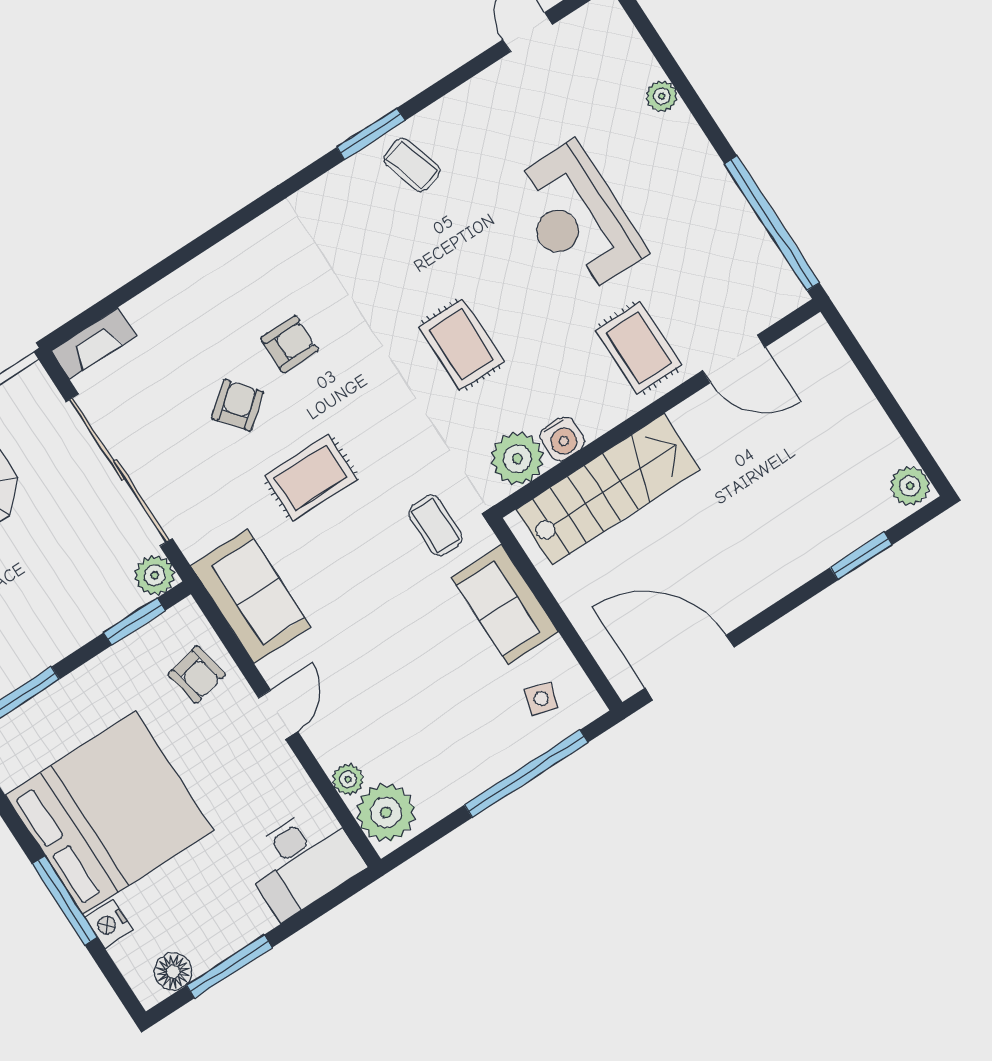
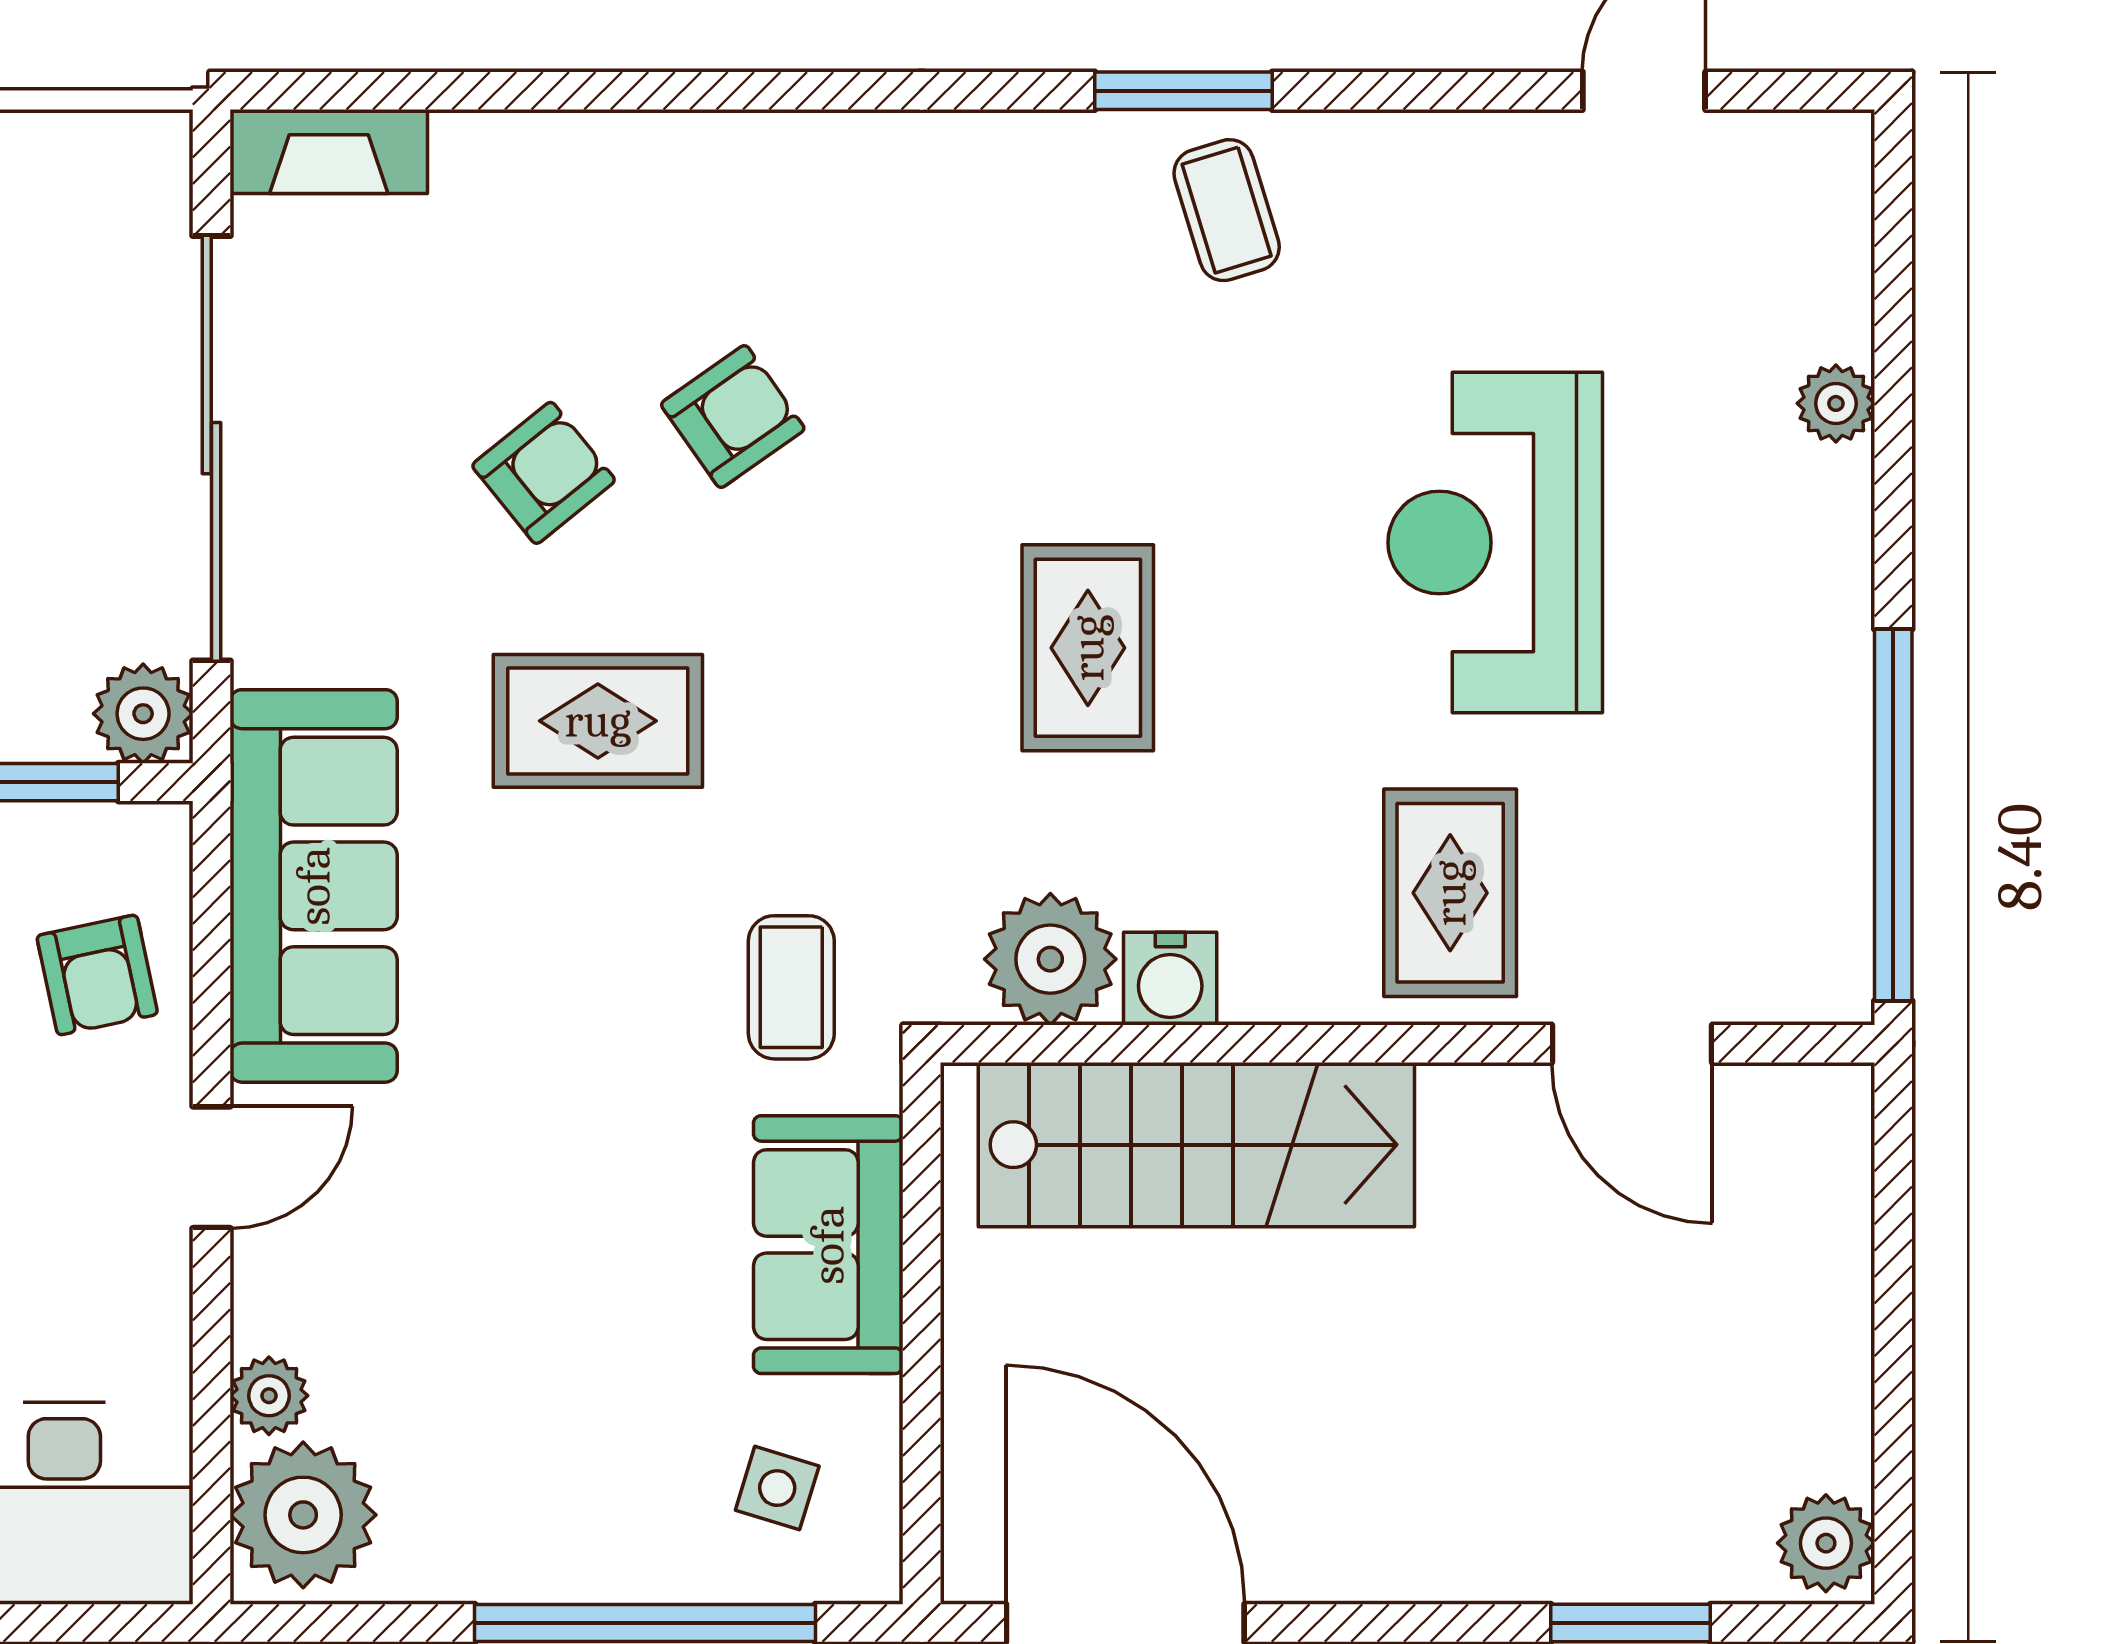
armchair: (290, 344) -> (733, 417), turned -35
sofa: (251, 596) -> (314, 886), width x1.36

